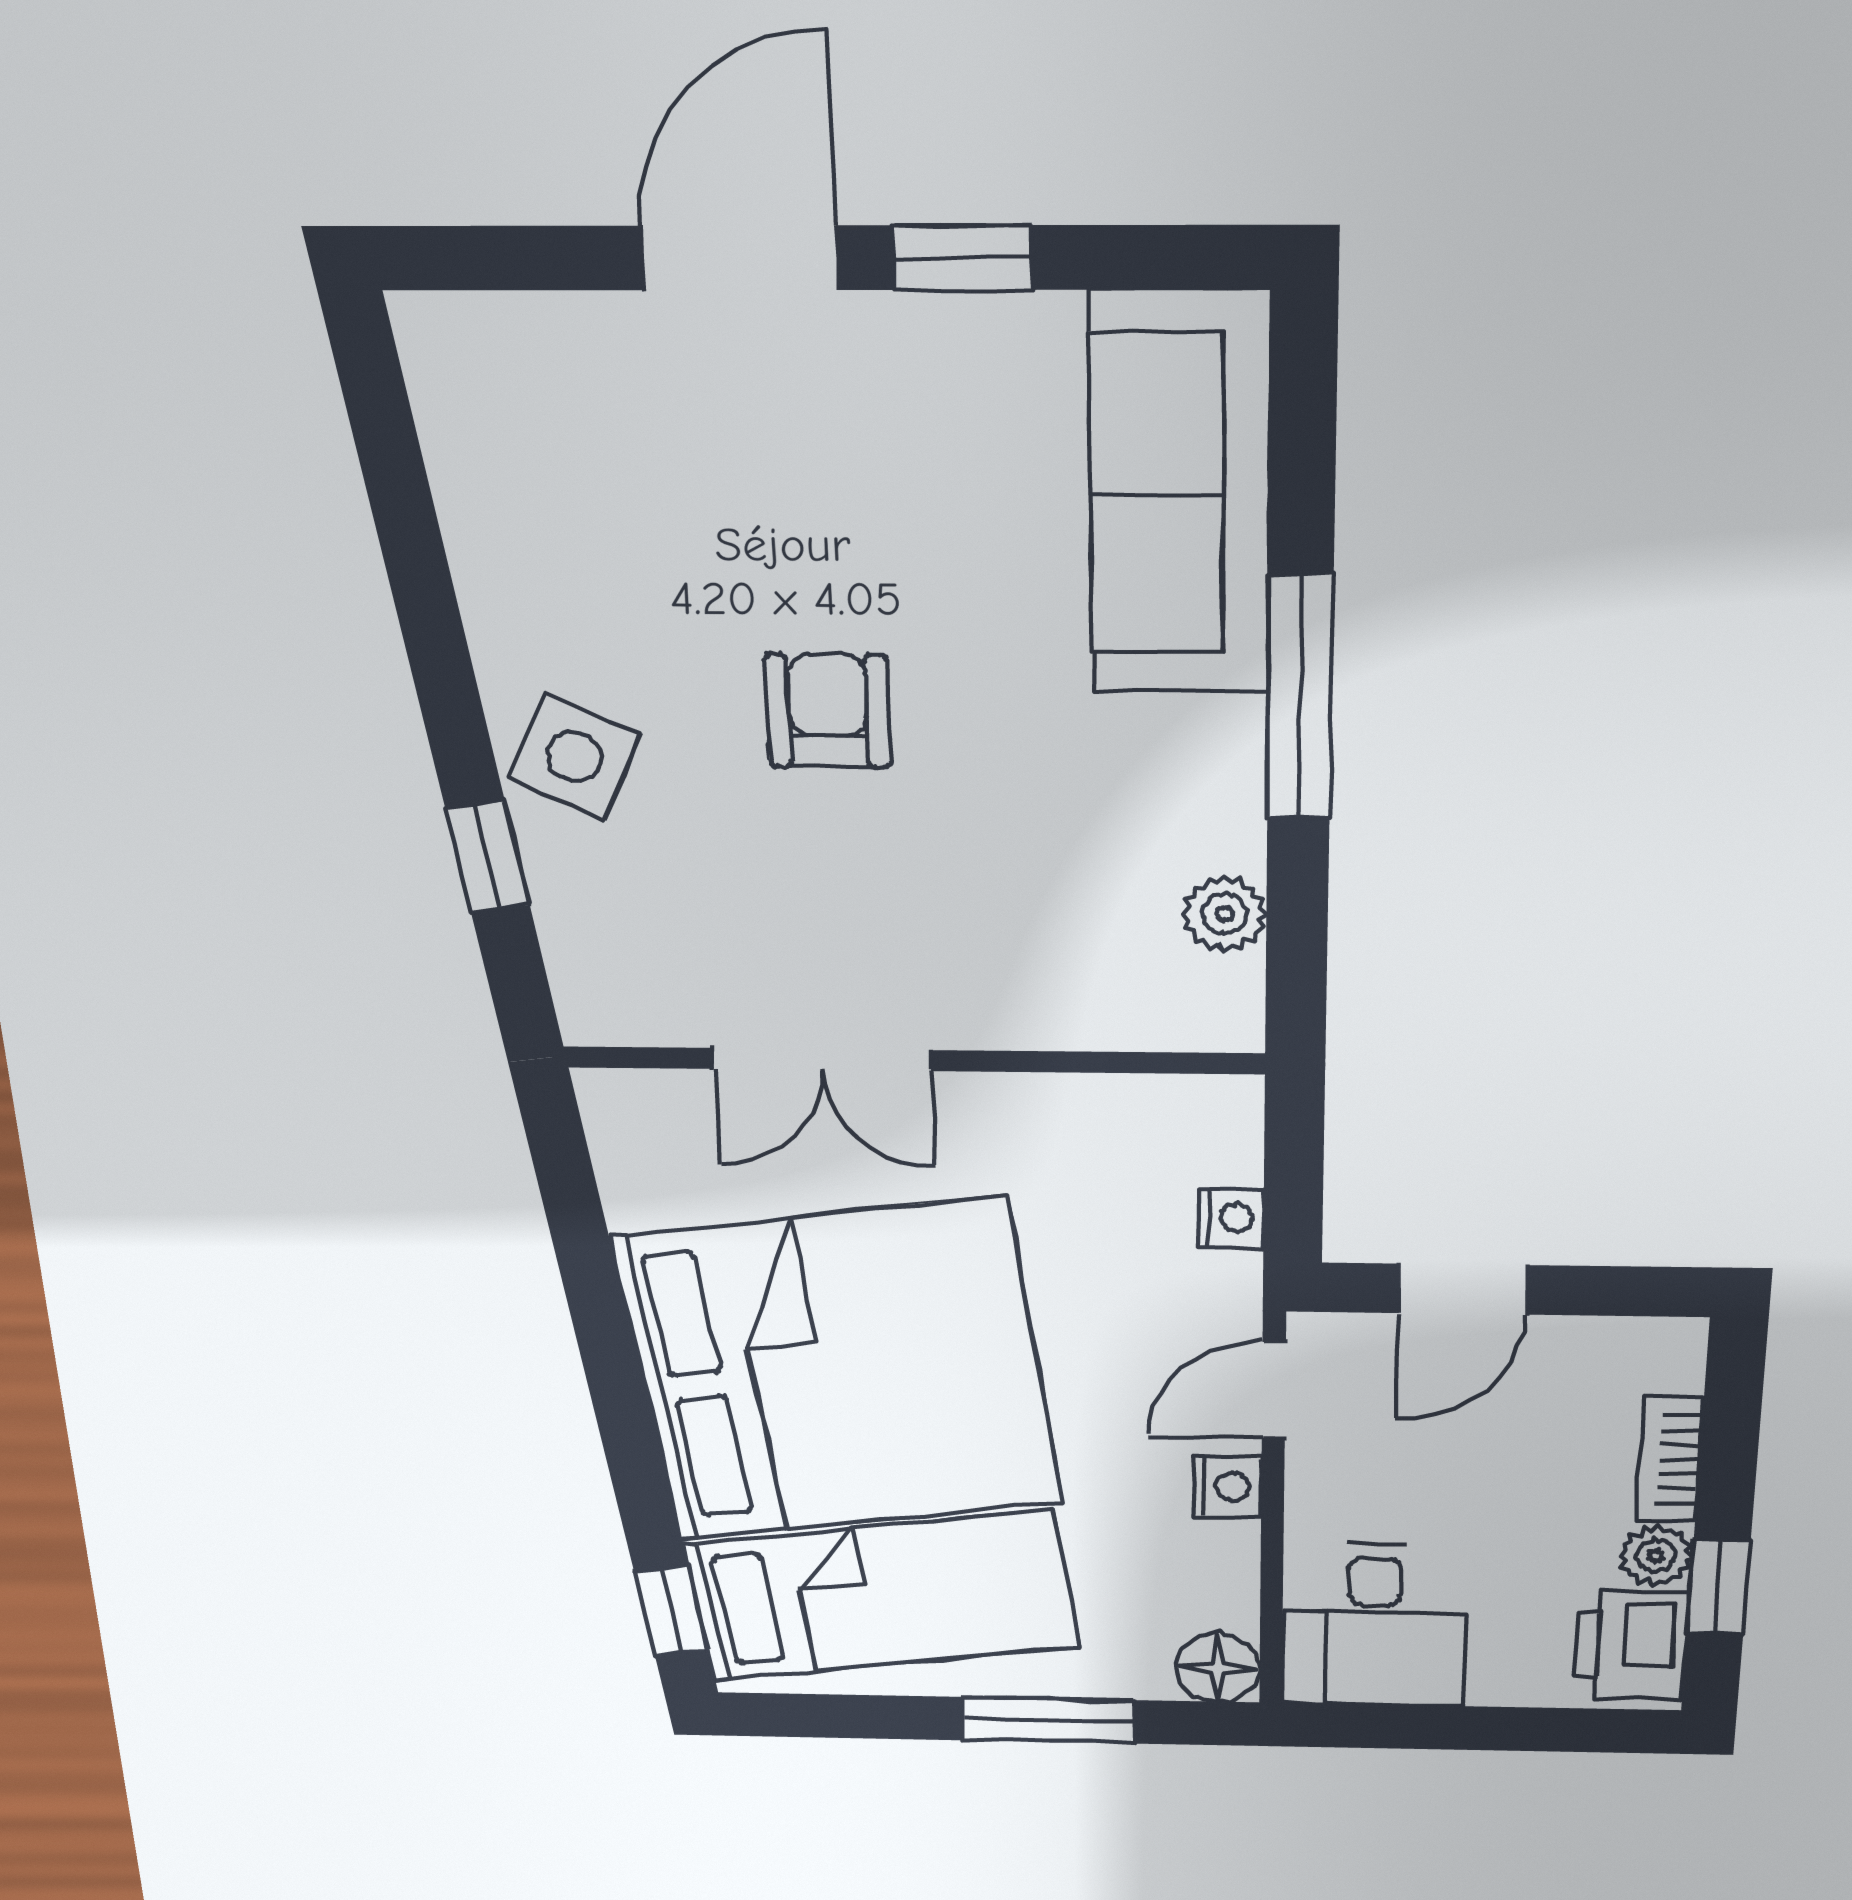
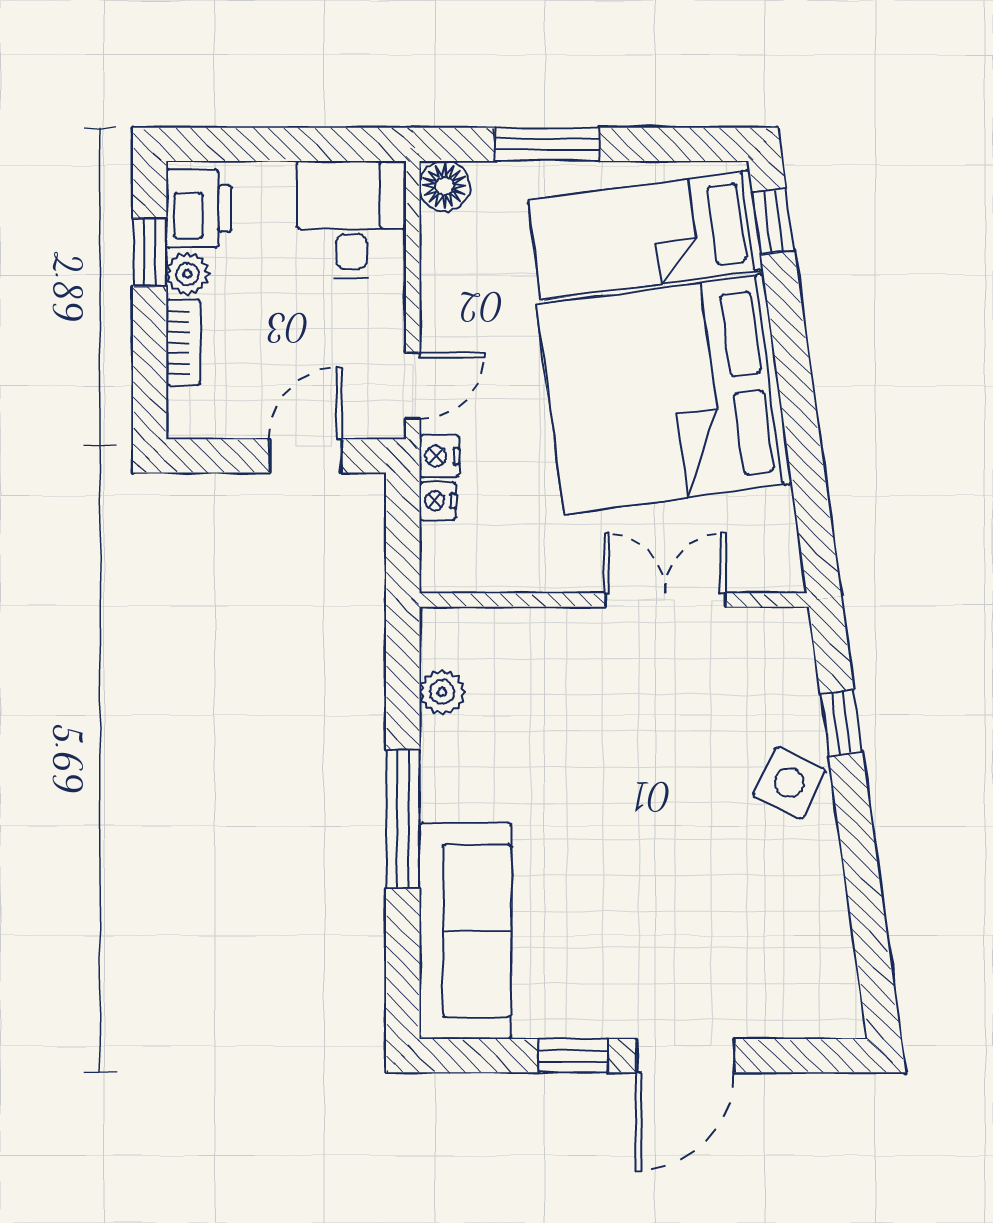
armchair: (828, 711) -> (652, 810), removed
nightstand: (1227, 1486) -> (439, 456), moved

